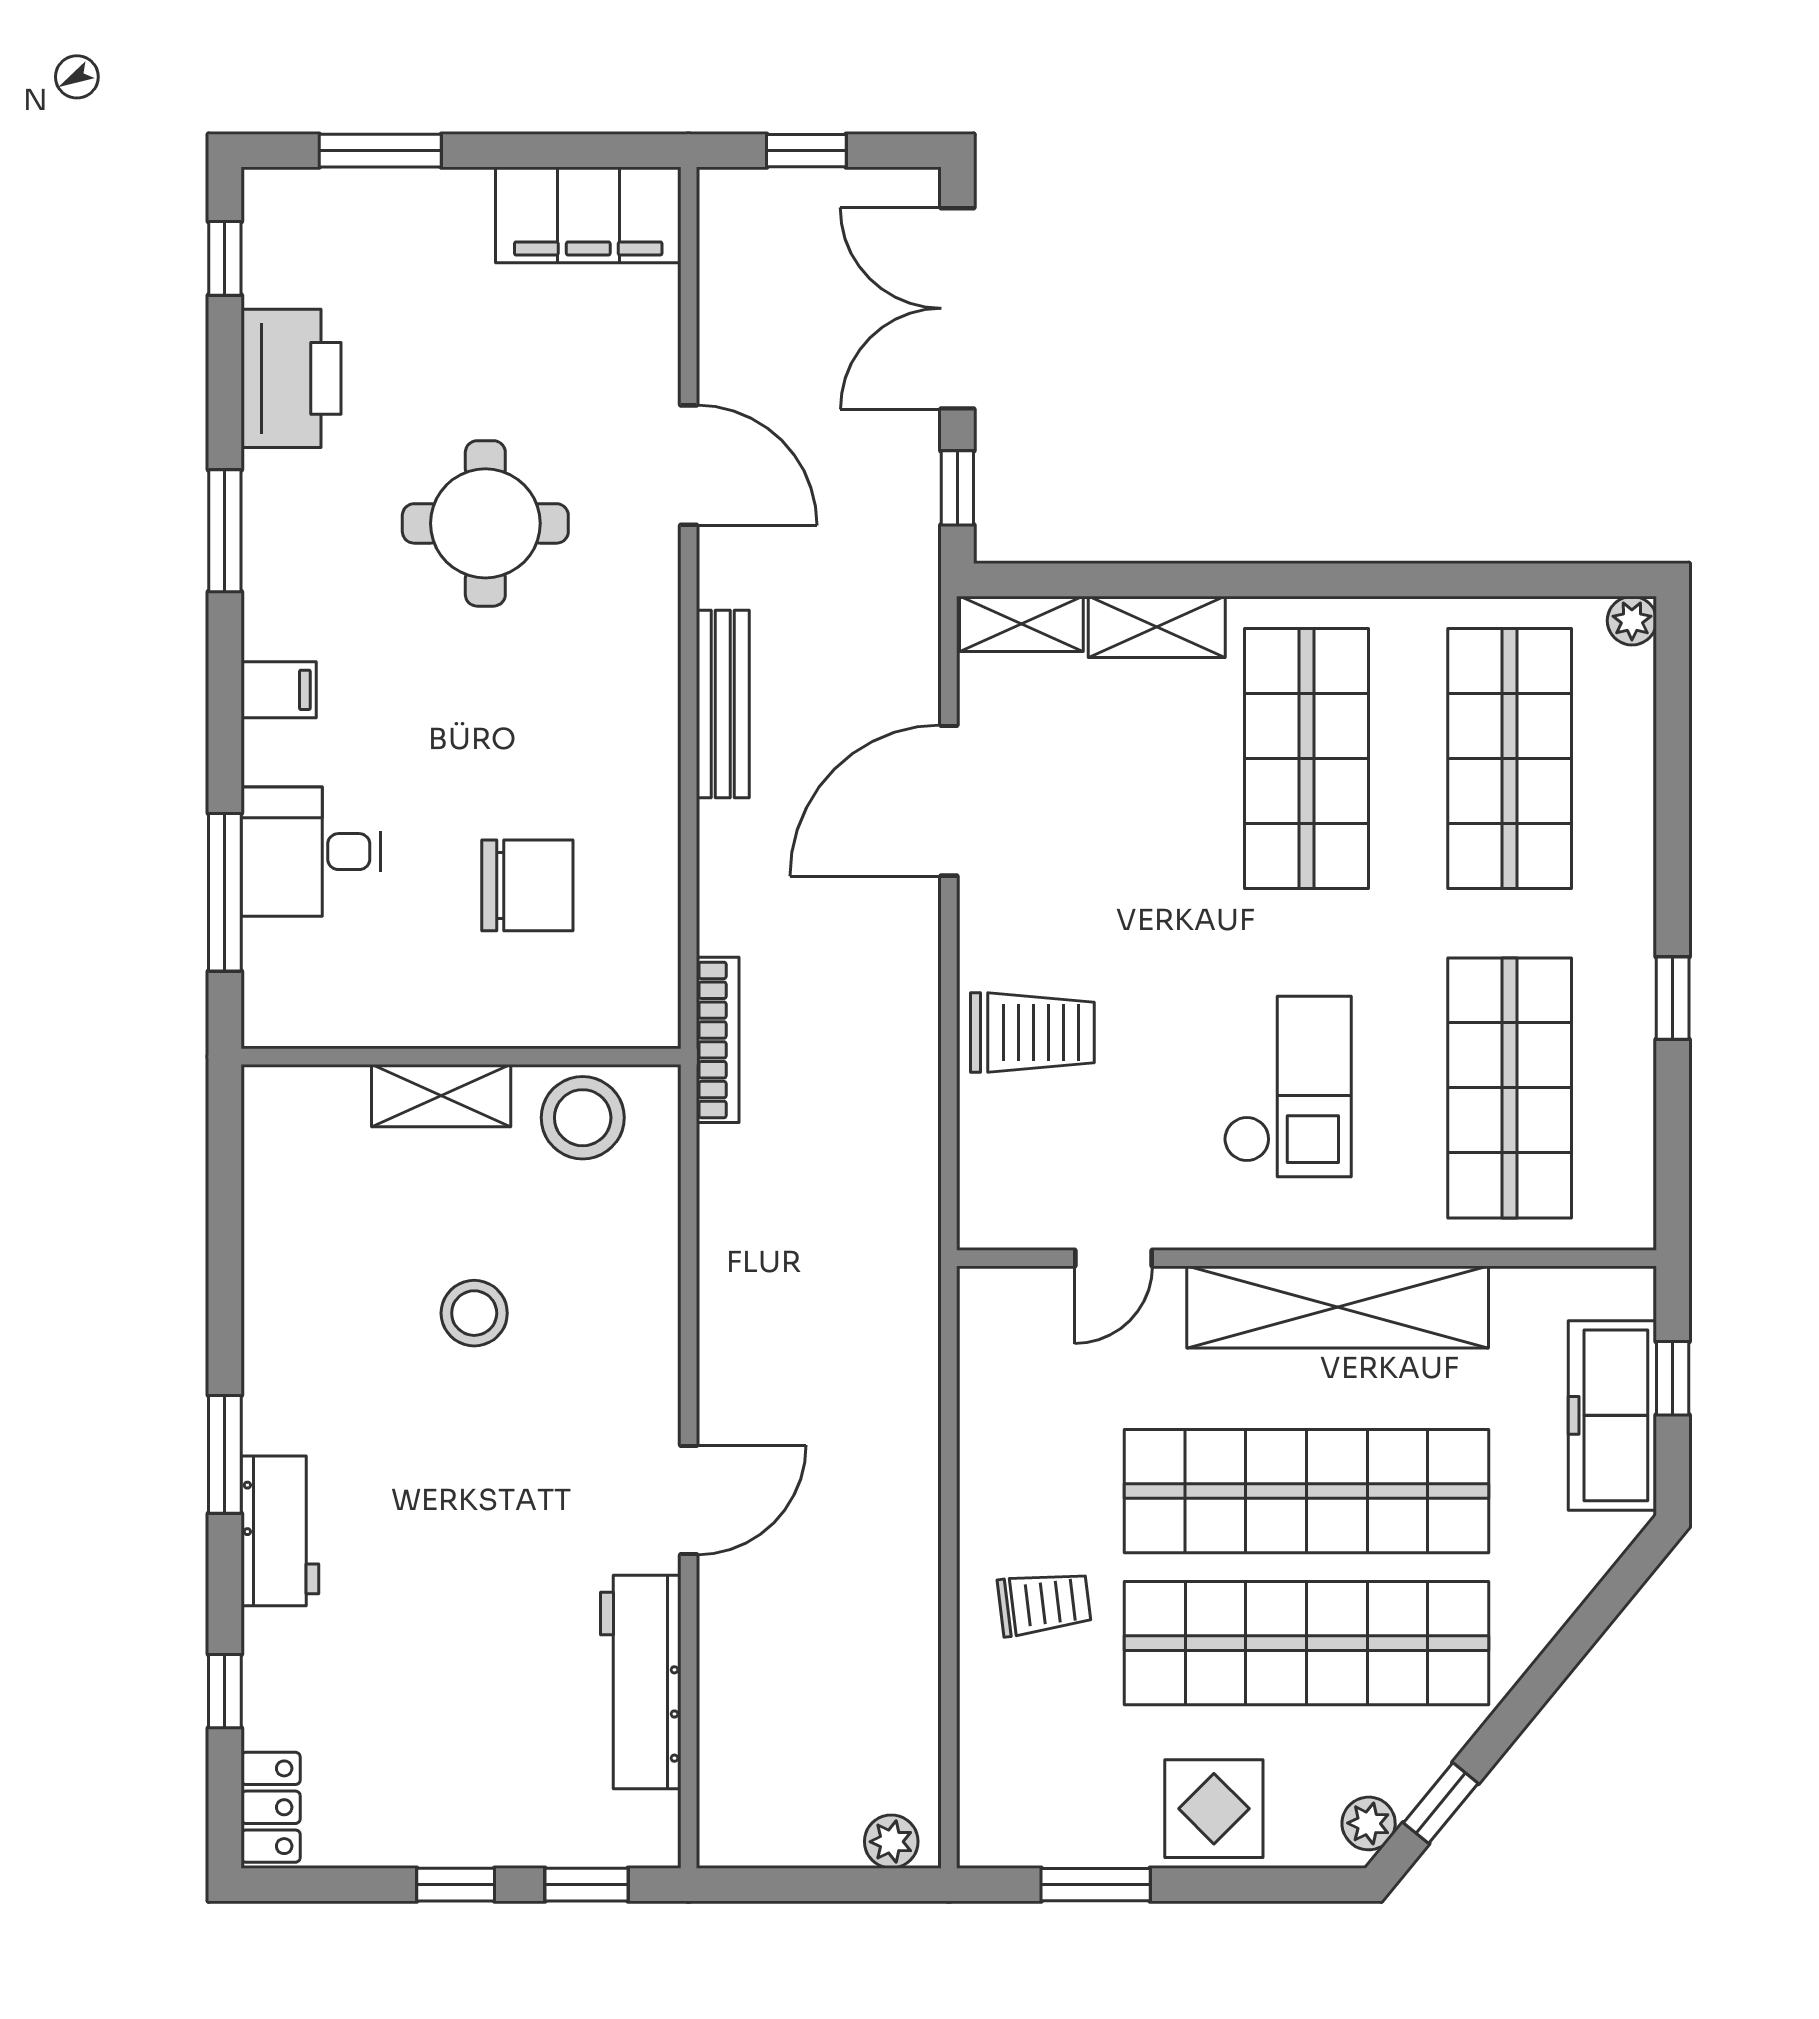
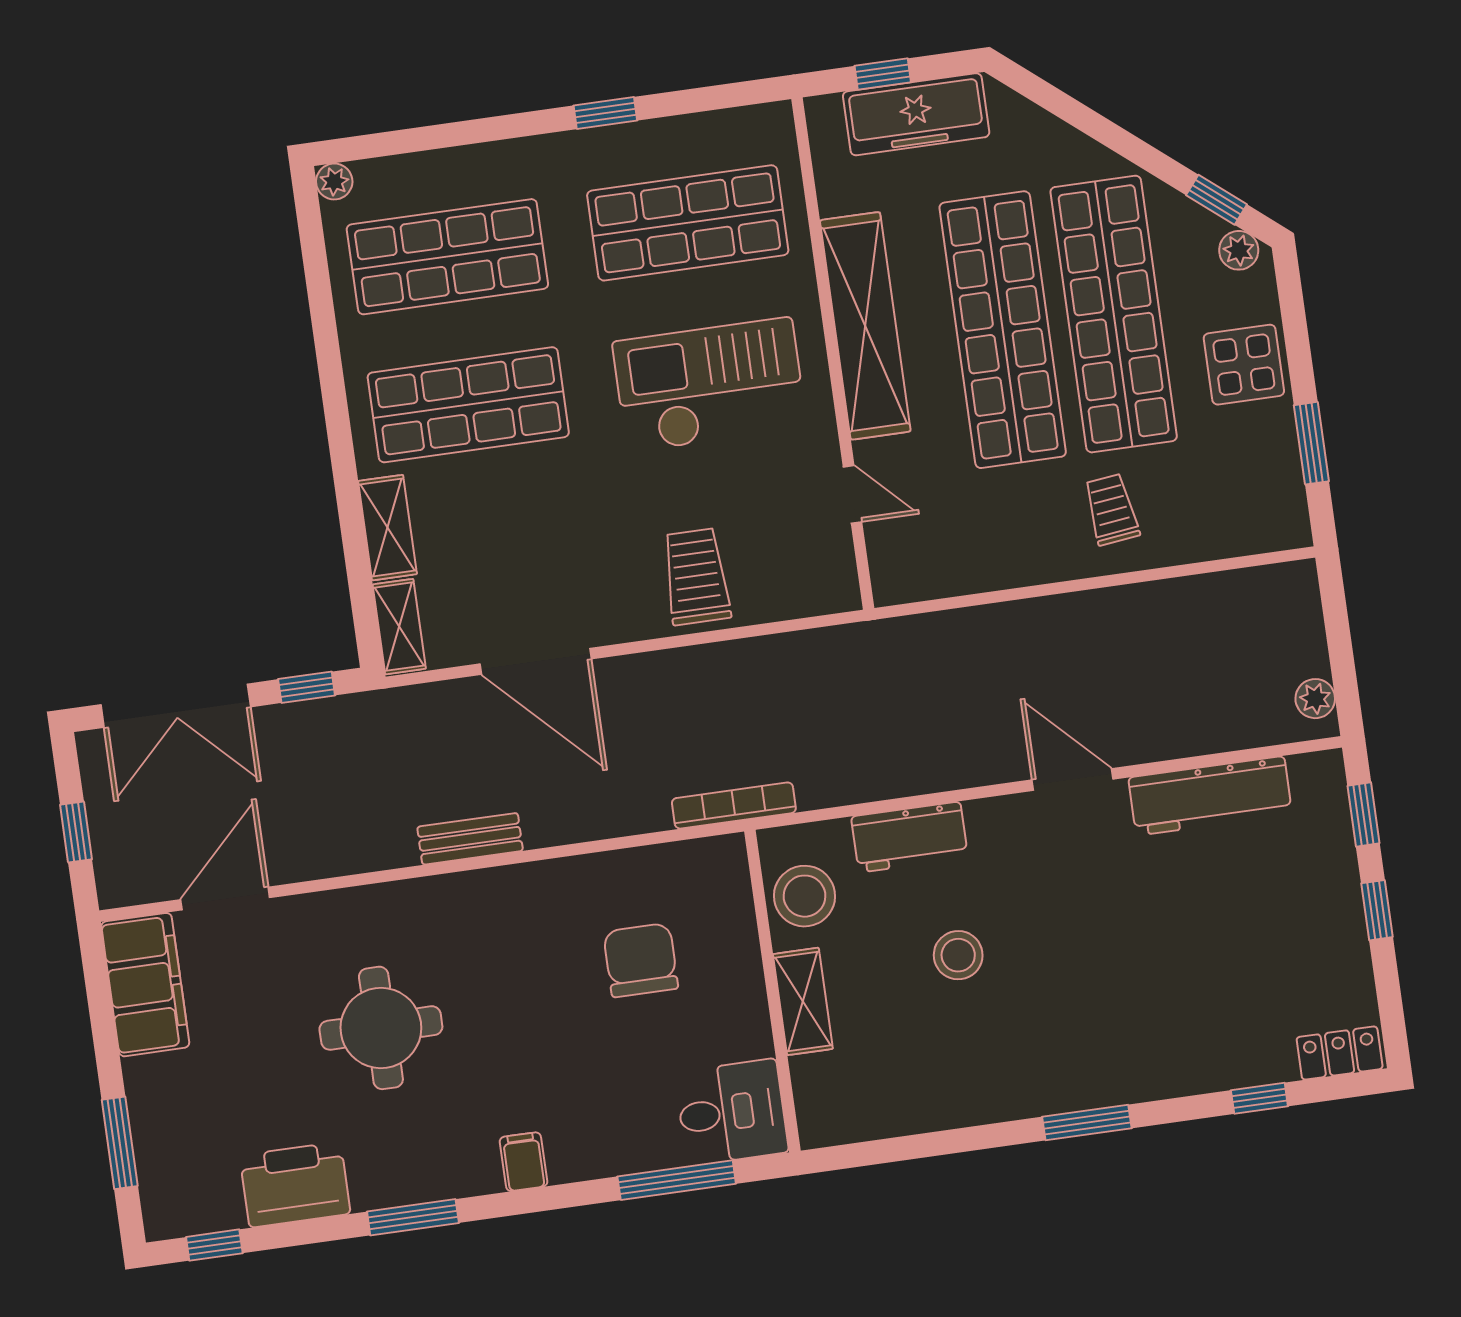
door: (689, 465) -> (225, 899), moved
bench: (723, 704) -> (470, 839), width x0.73
desk: (311, 852) -> (732, 1112), moved, turned -90
checkout: (1287, 1087) -> (710, 385), width x1.36, depth x1.21
workbench: (280, 1531) -> (909, 837), moved, turned 180
plant: (891, 1842) -> (1315, 699), moved

